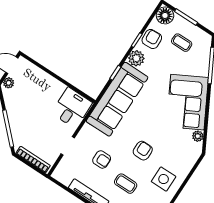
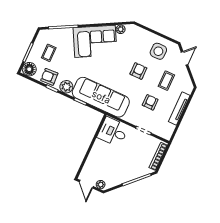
armchair: (143, 151) -> (138, 71), turned 90

